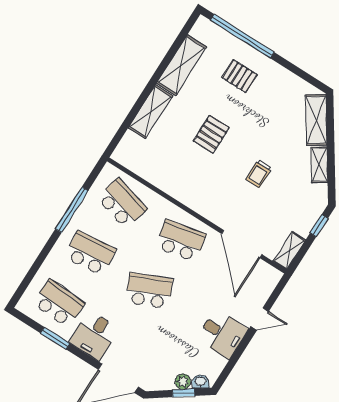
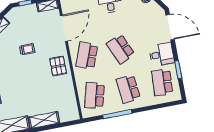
pallet: (211, 134) -> (58, 66), moved, turned 90
school desk: (181, 241) -> (87, 56), turned 33

